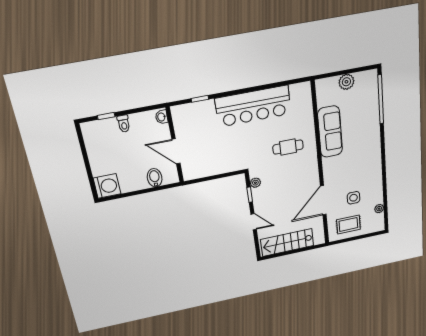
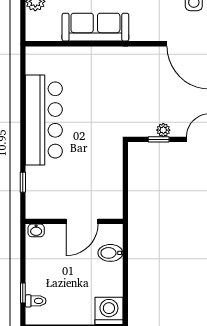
toilet: (124, 124) -> (36, 301), moved
cafe table: (288, 147) -> (105, 83), removed
plant: (255, 183) -> (163, 130), moved

